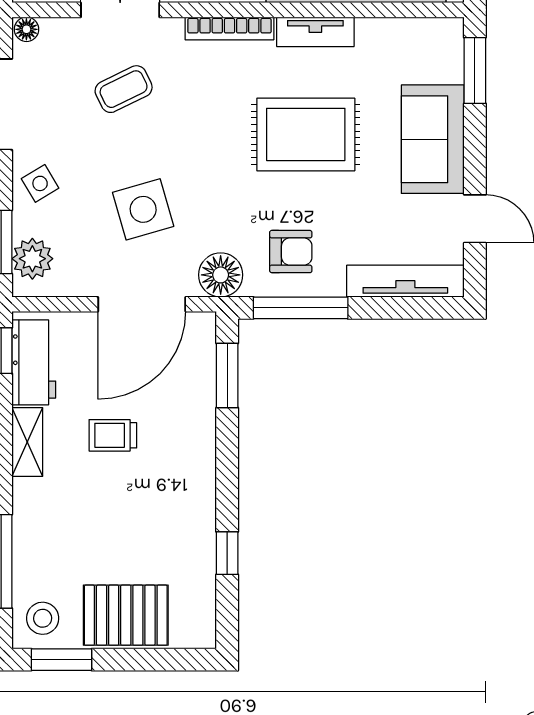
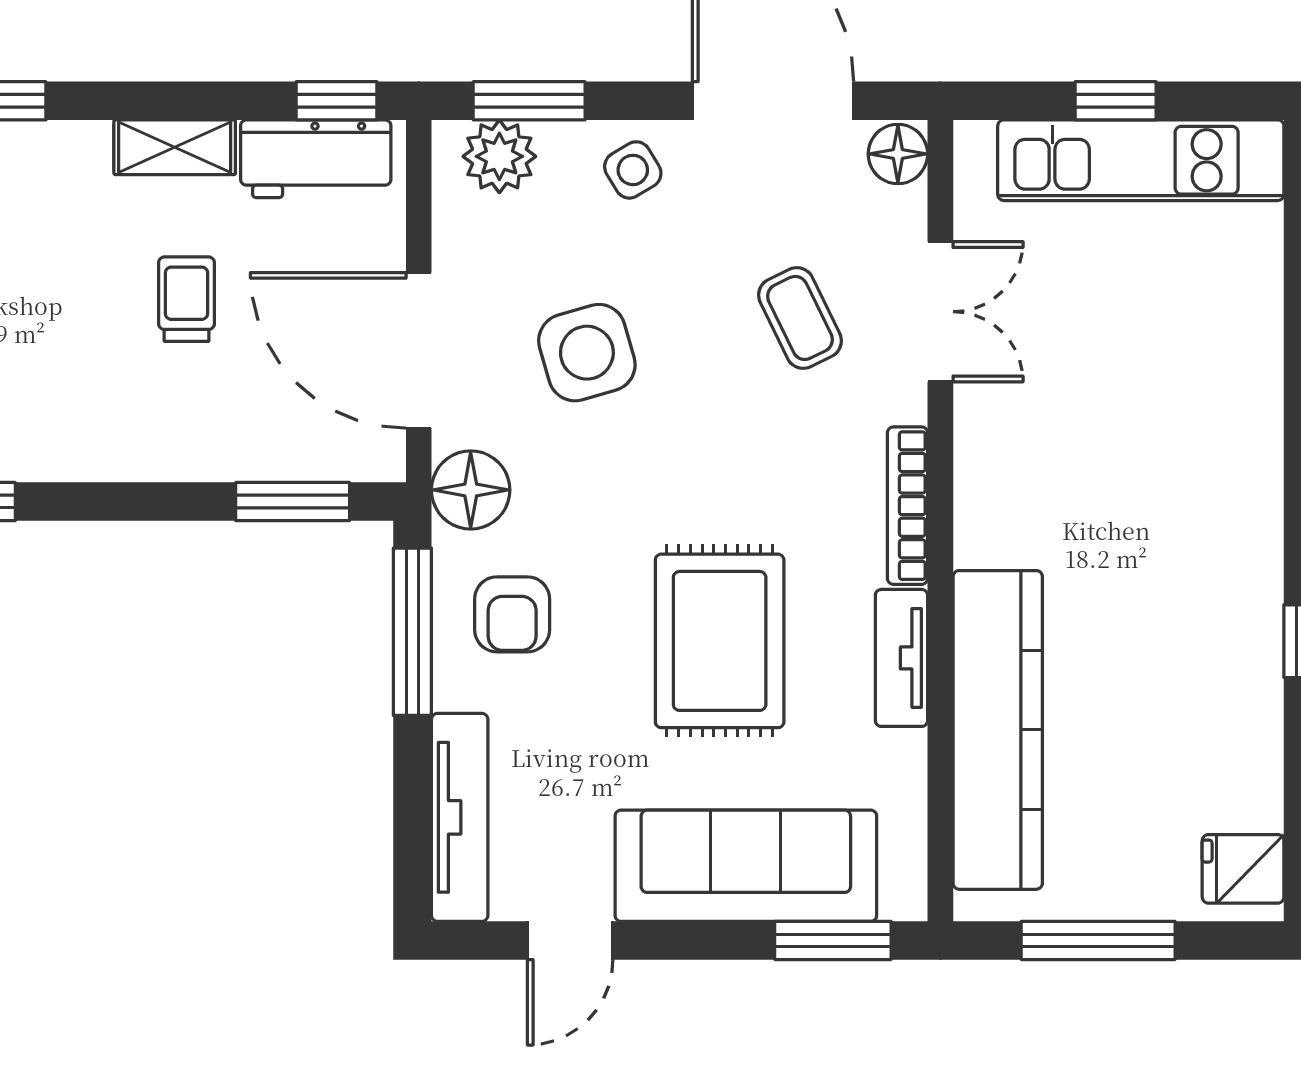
floor lamp: (26, 29) -> (898, 154), width x1.37, depth x1.37
sofa: (433, 139) -> (746, 866), width x1.36

